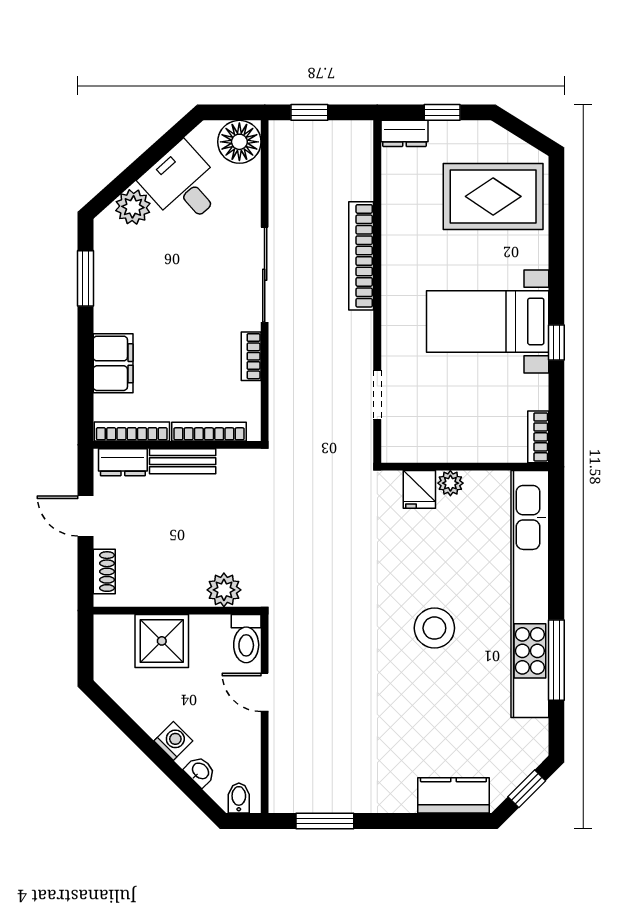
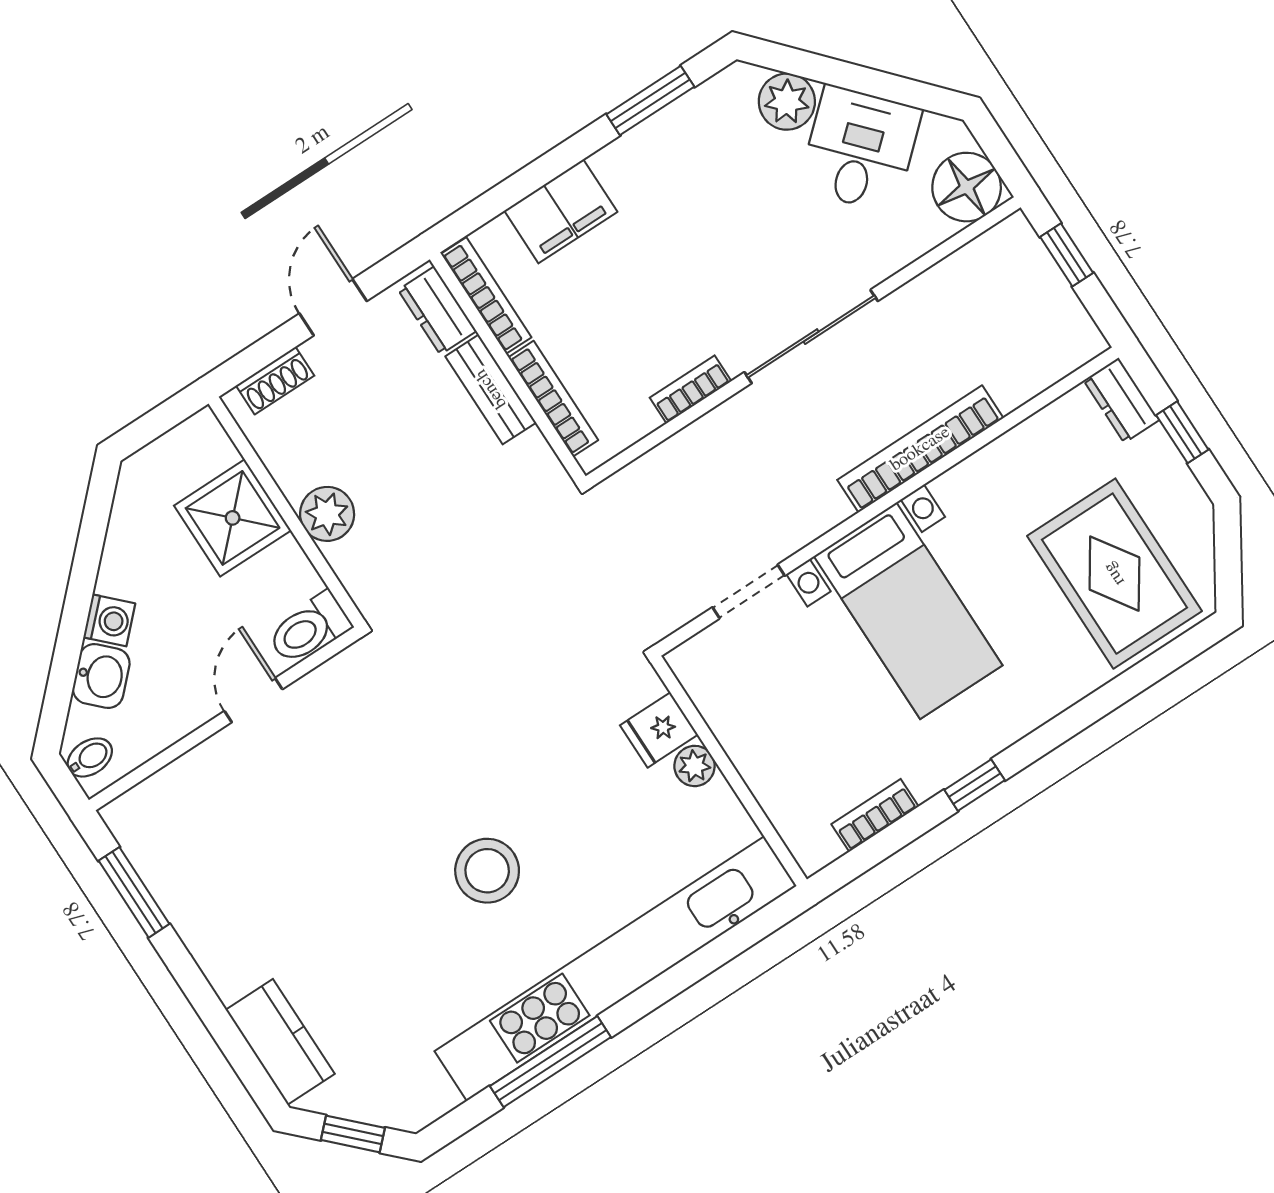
bed with nightstands: (488, 321) -> (908, 611), moved, turned 180
bookcase: (538, 437) -> (875, 815), moved
plant: (224, 590) -> (327, 514), moved
washbasin: (200, 771) -> (101, 676), width x1.38, depth x1.45

